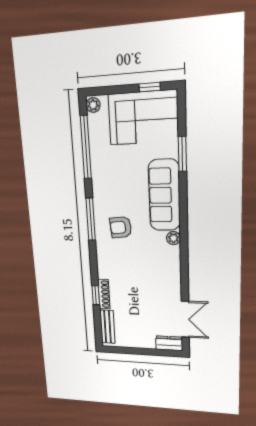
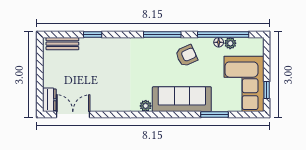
plant: (93, 105) -> (230, 43), moved
floor lamp: (95, 152) -> (219, 42), added
armchair: (121, 227) -> (186, 56), moved, turned 71
shoe rack: (104, 294) -> (94, 42), removed
double door: (185, 319) -> (73, 114), swing flipped

